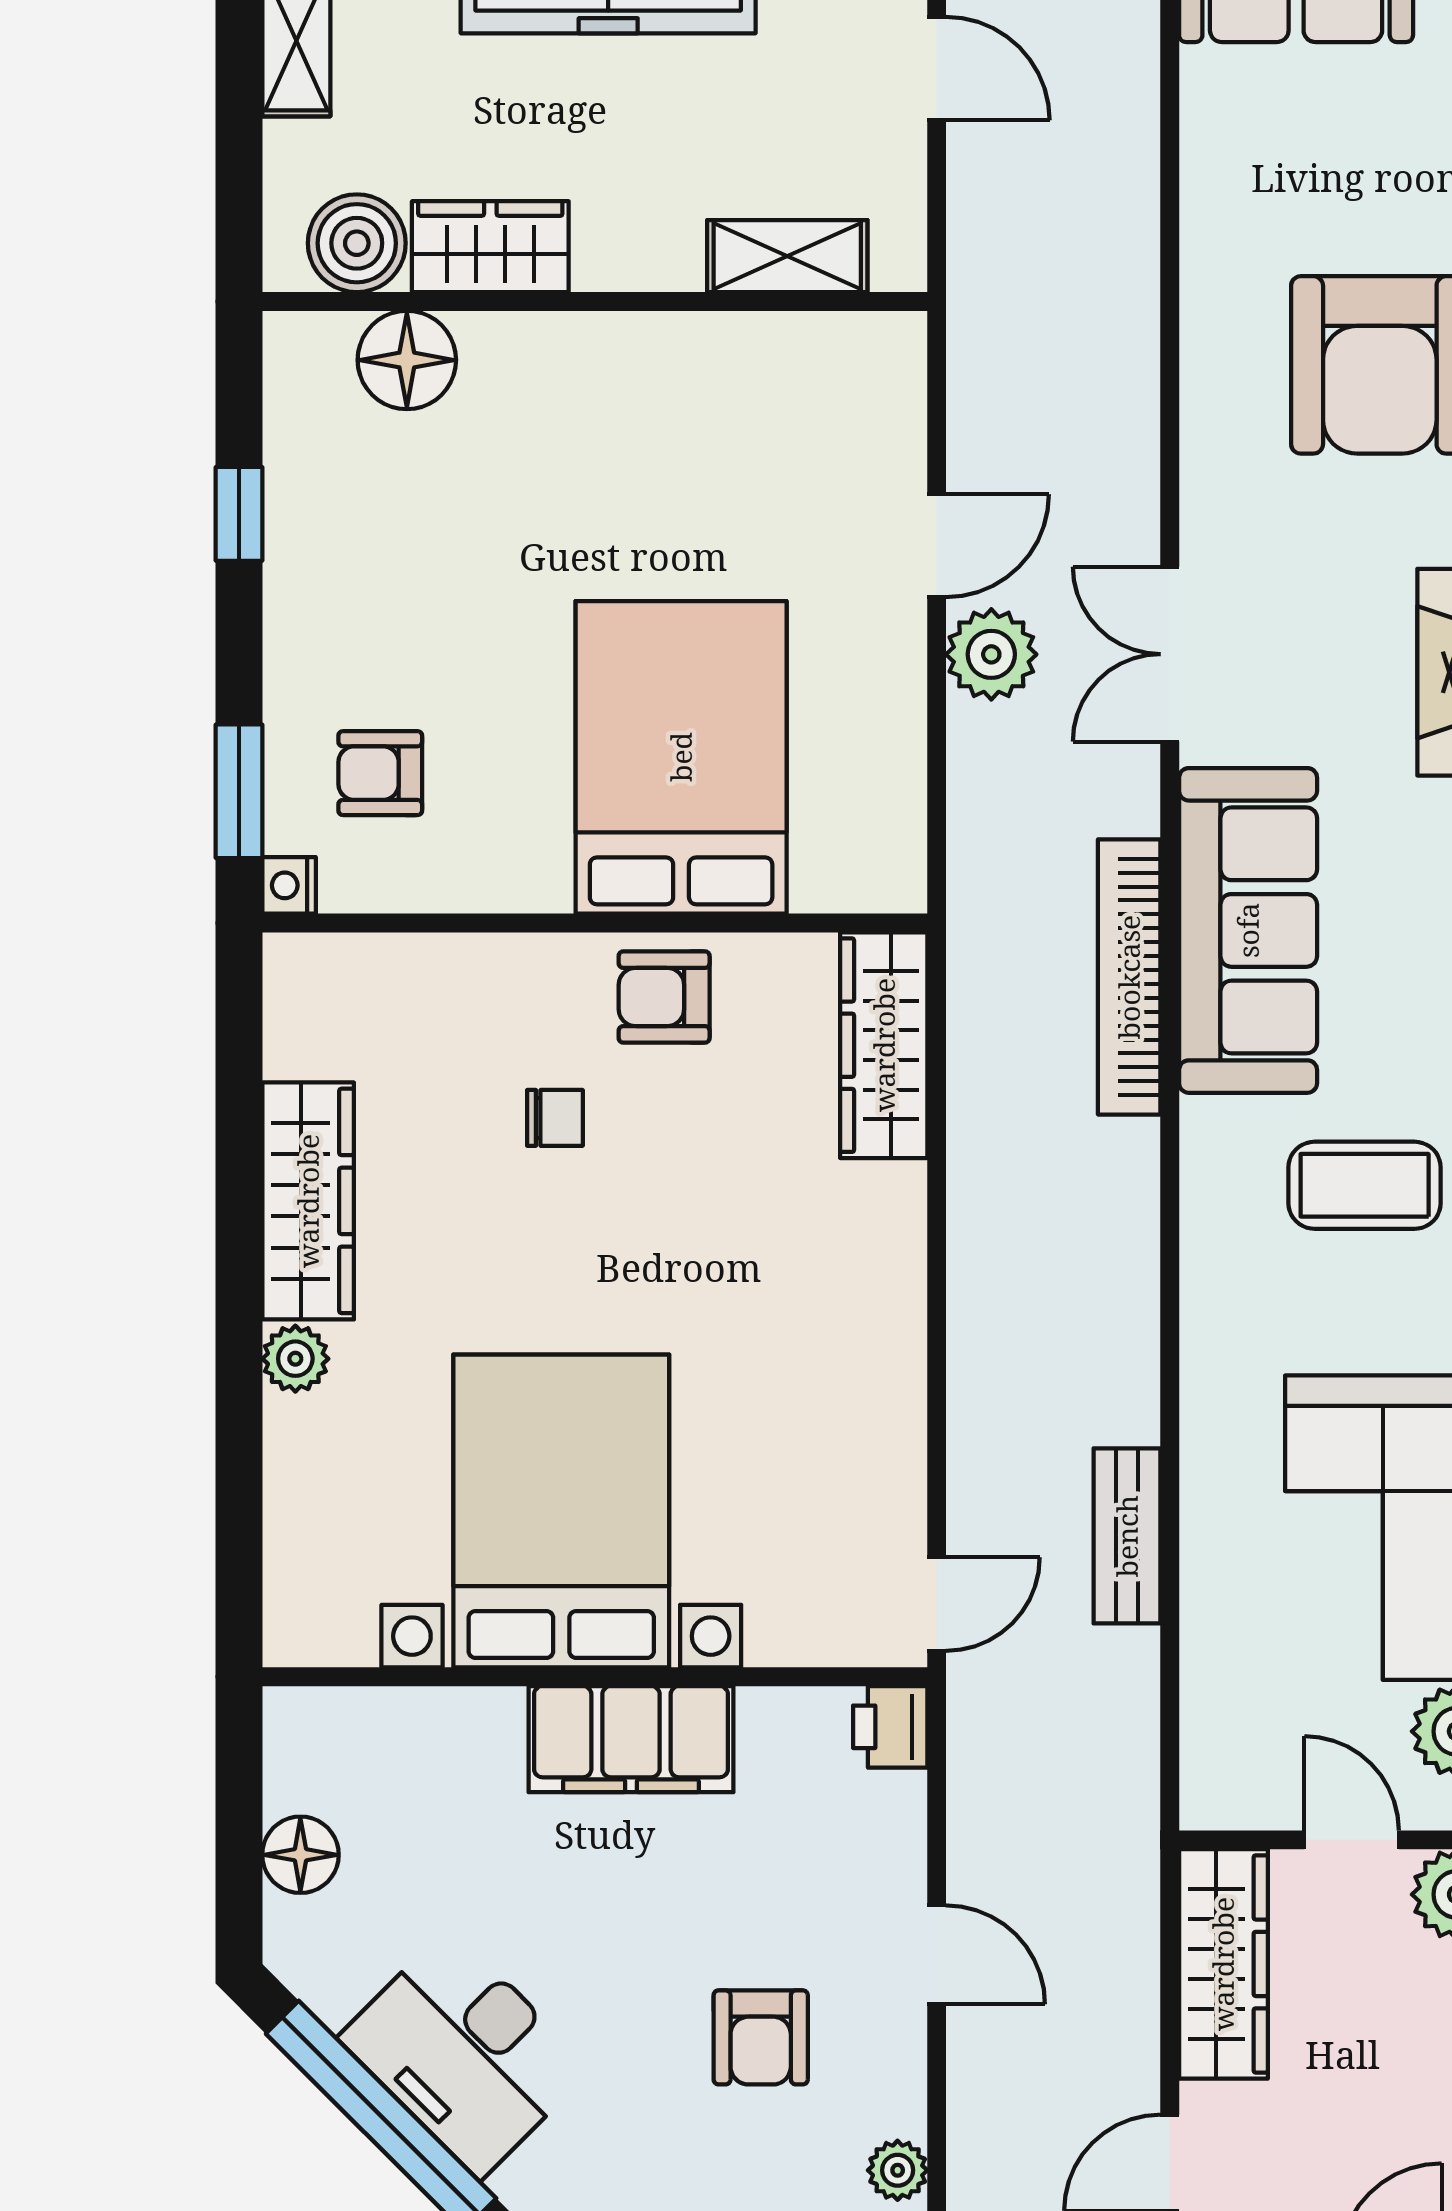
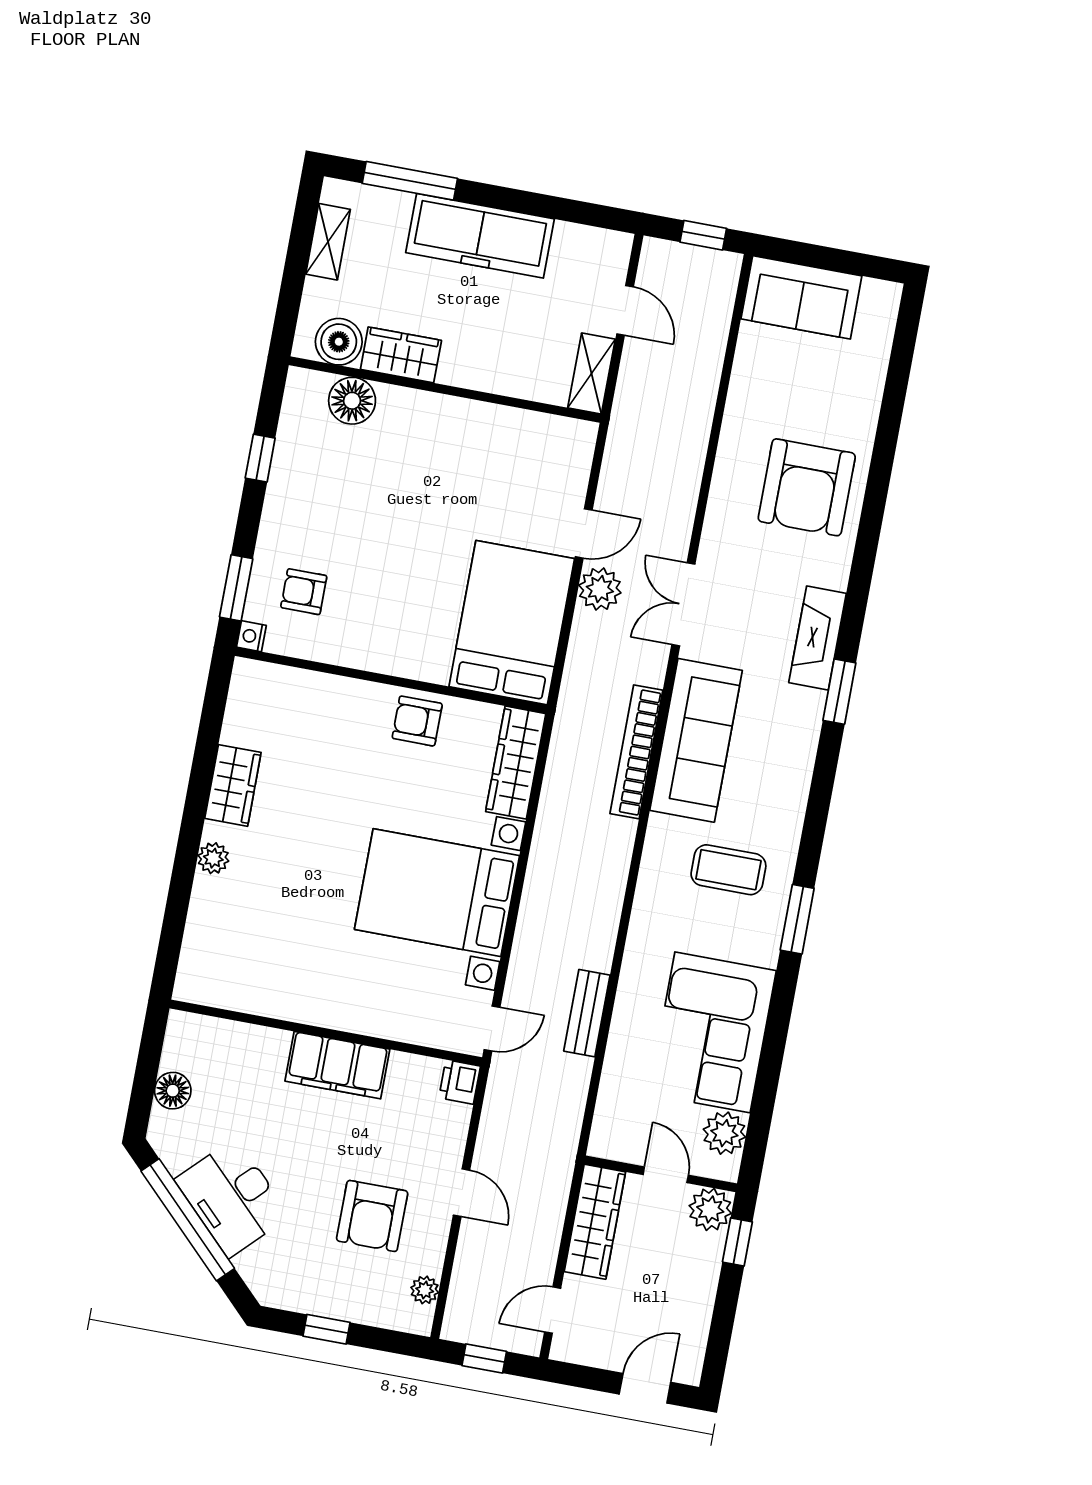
shelving: (787, 256) -> (591, 373), moved, turned 90
bed: (681, 757) -> (512, 623), moved
chair: (555, 1118) -> (356, 768), removed
wardrobe: (308, 1201) -> (233, 785), width x0.67
bed with nightstands: (561, 1511) -> (437, 893), moved, turned -90
armchair: (761, 2037) -> (372, 1216), width x1.38, depth x1.38

